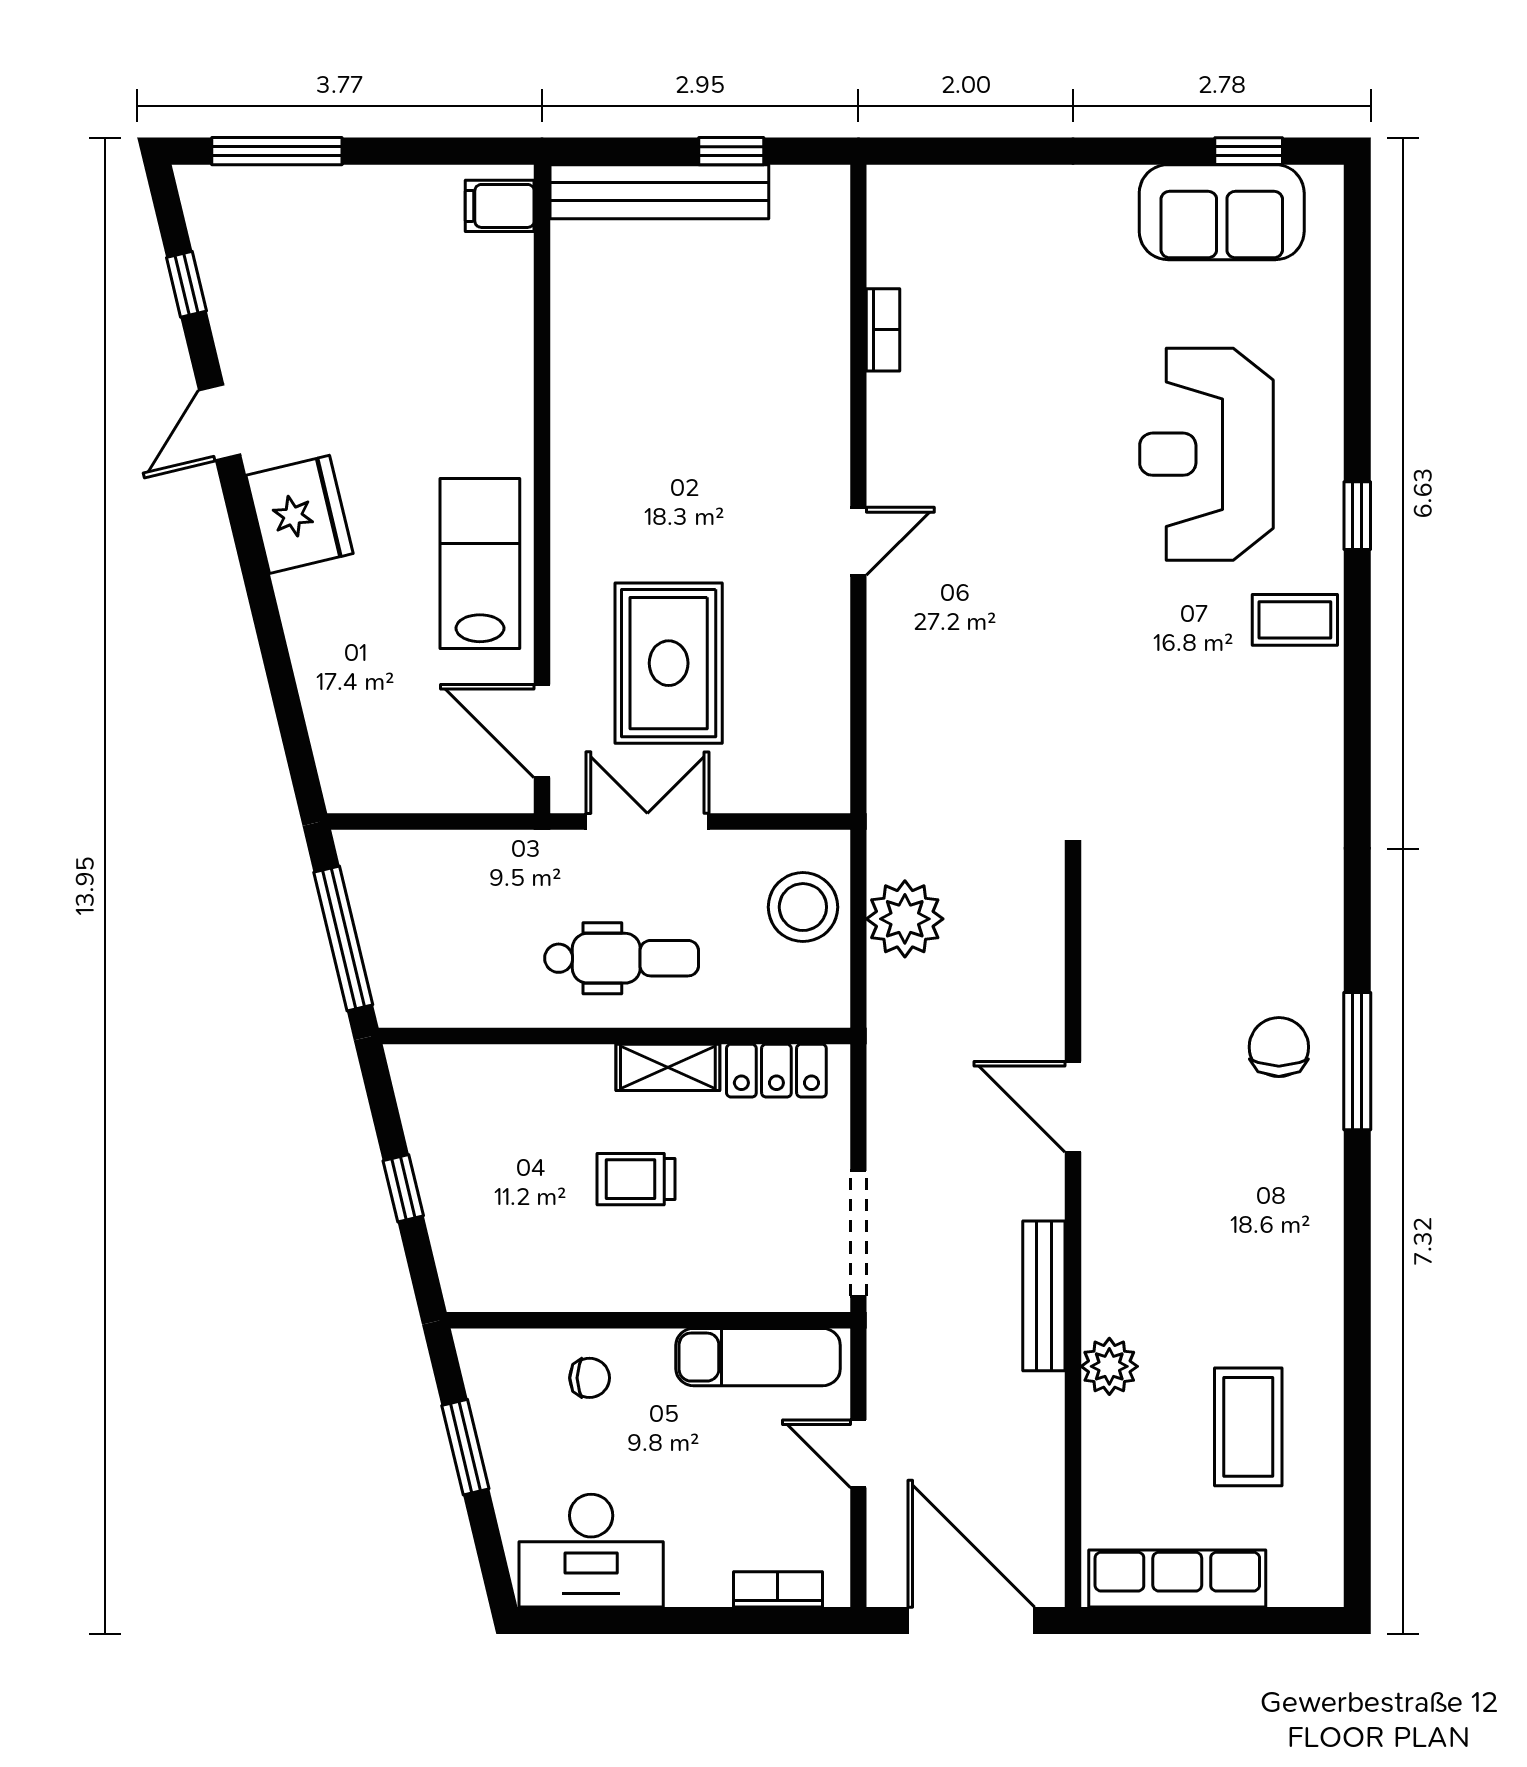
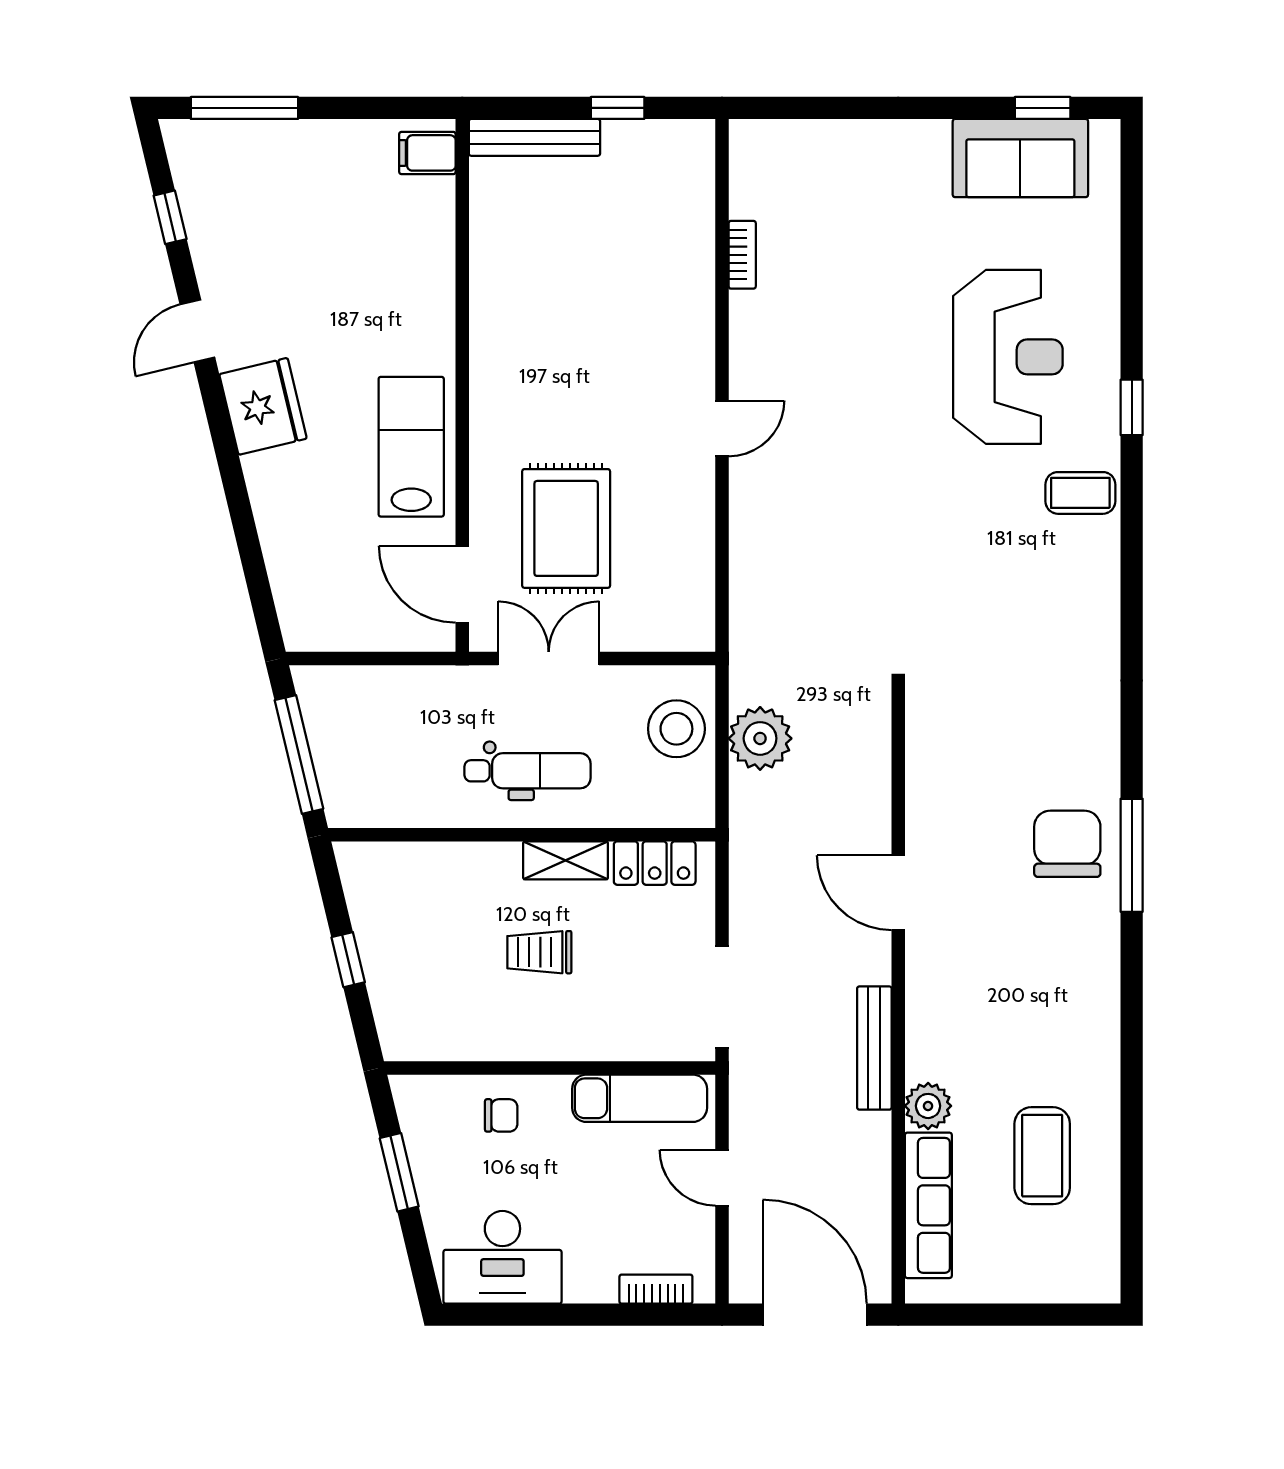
bench: (659, 192) -> (534, 137), width x0.73, depth x0.82
reception desk: (1207, 454) -> (1008, 357), turned 180
chair: (1279, 1047) -> (1067, 844), width x1.37, depth x1.37
row of seats: (1177, 1578) -> (928, 1205), moved, turned 90

